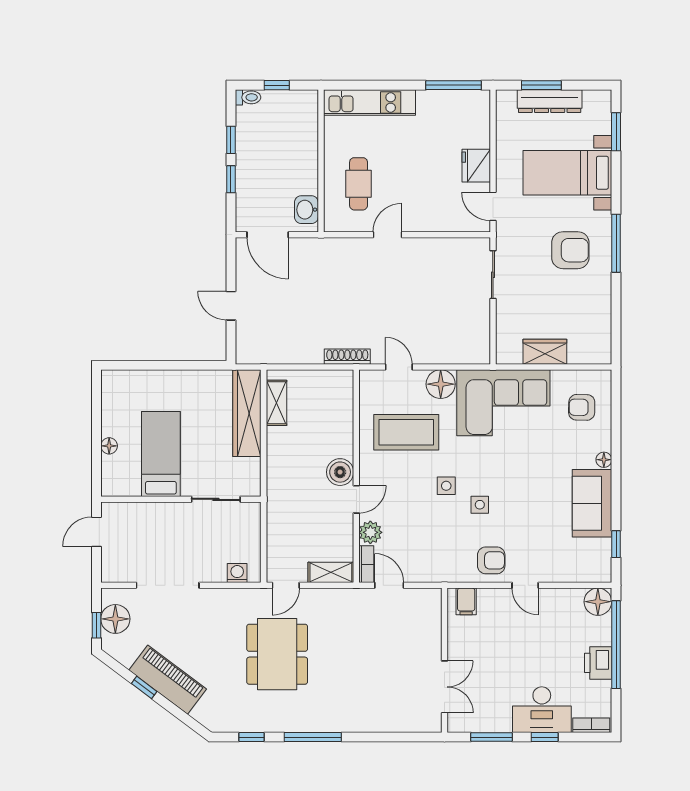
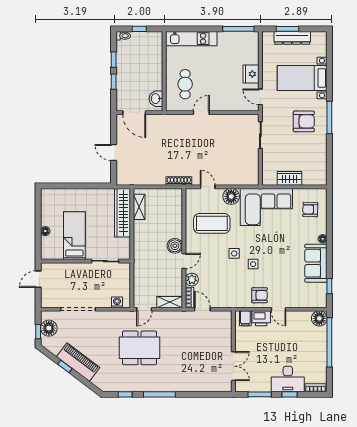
window: (616, 132) -> (329, 55), removed
dining table: (277, 654) -> (139, 348), turned 90
printer: (598, 663) -> (261, 318), moved, turned -90

